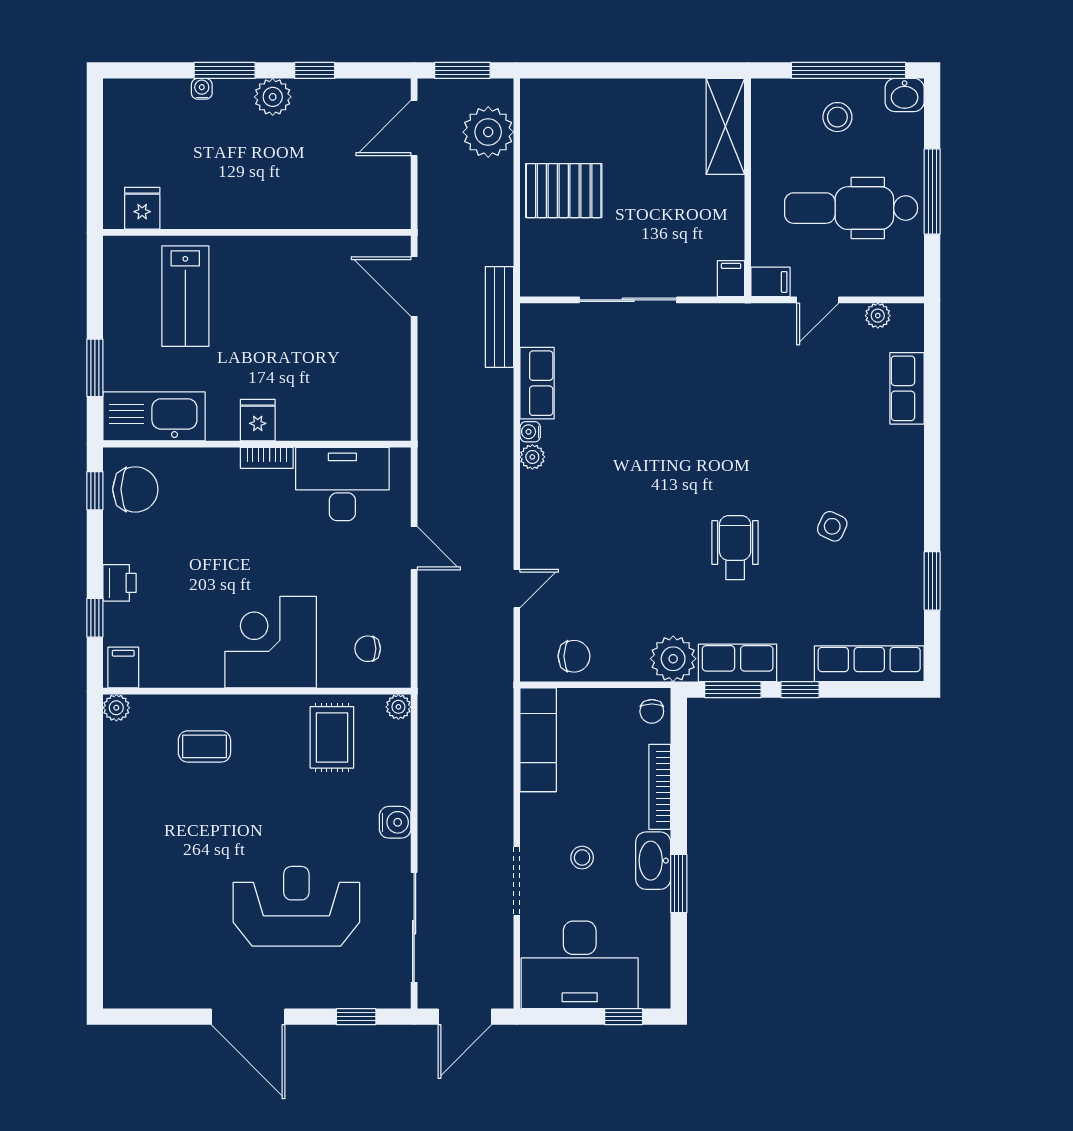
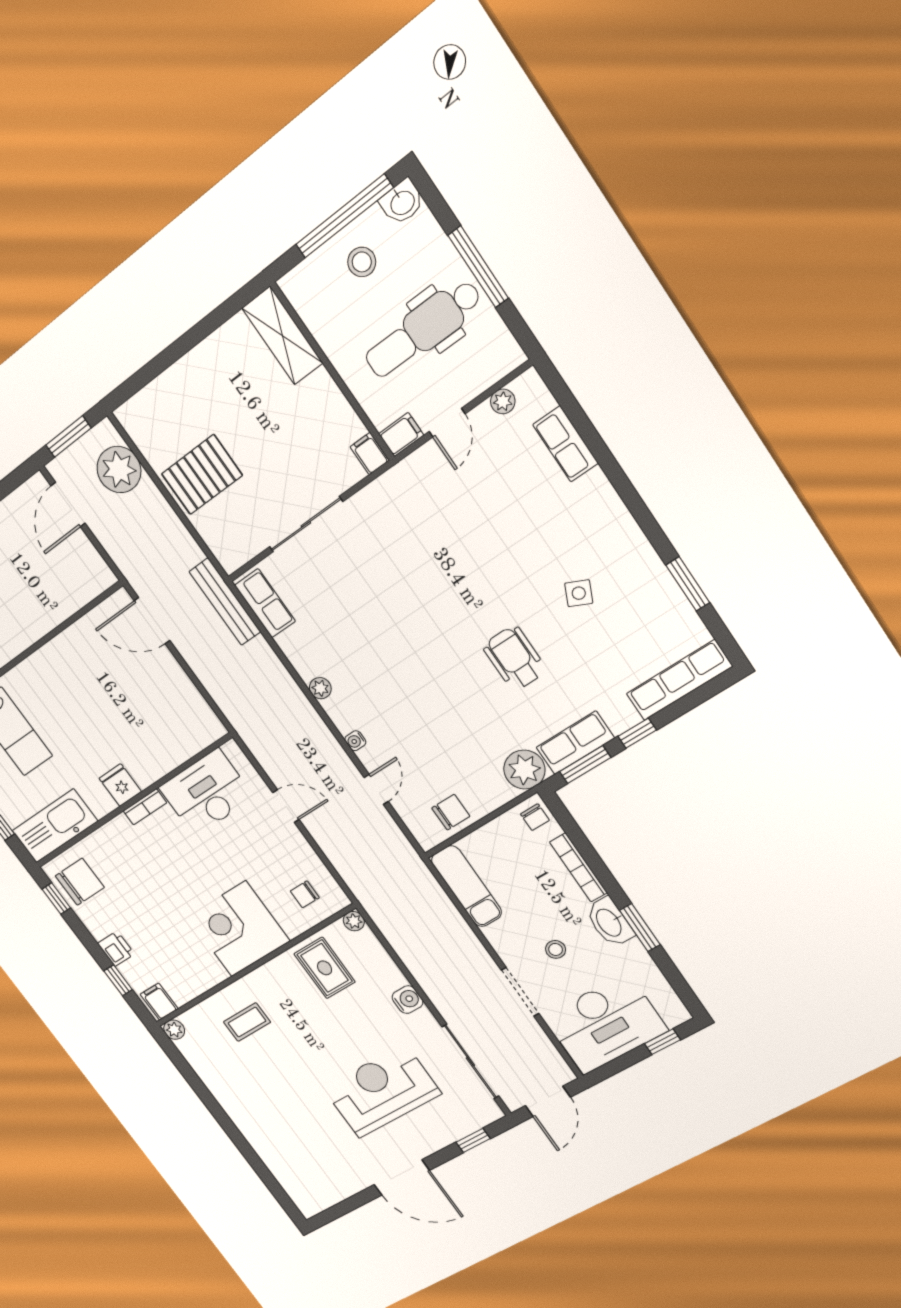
row of seats: (537, 383) -> (265, 603), moved
water cooler: (530, 432) -> (355, 741), moved

